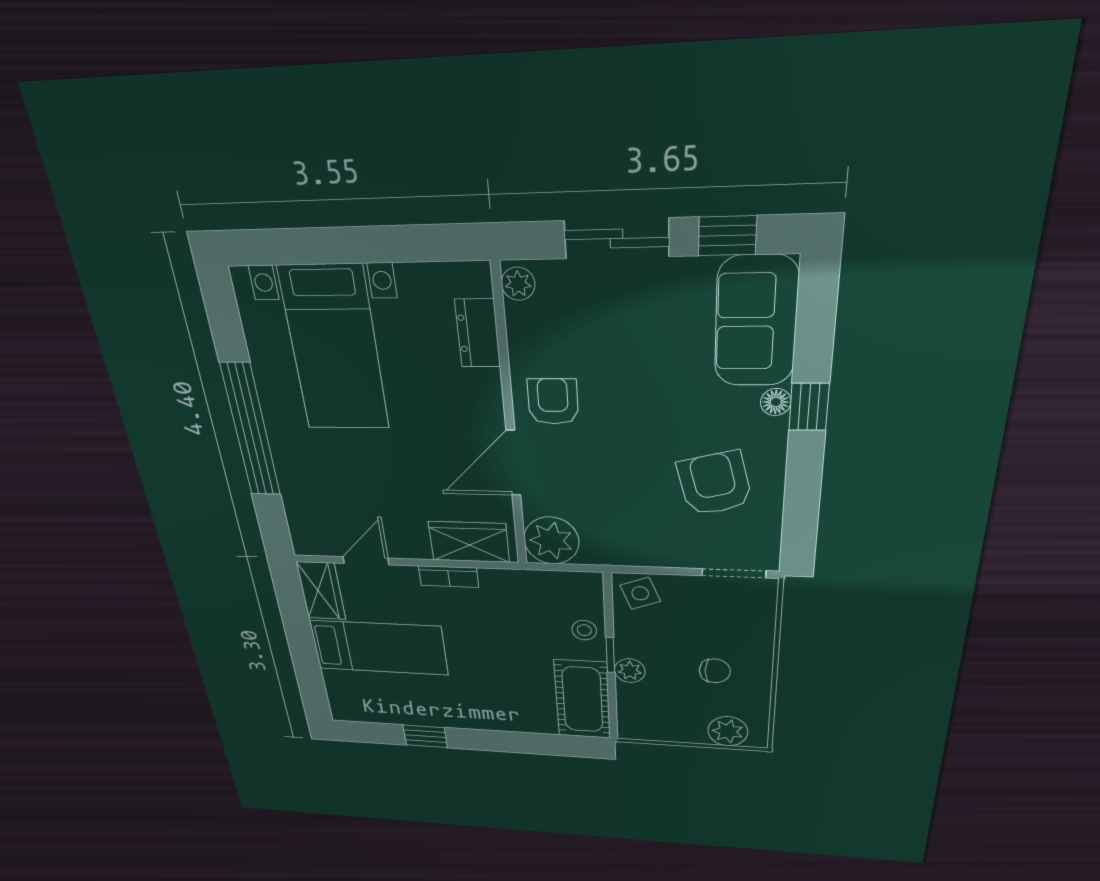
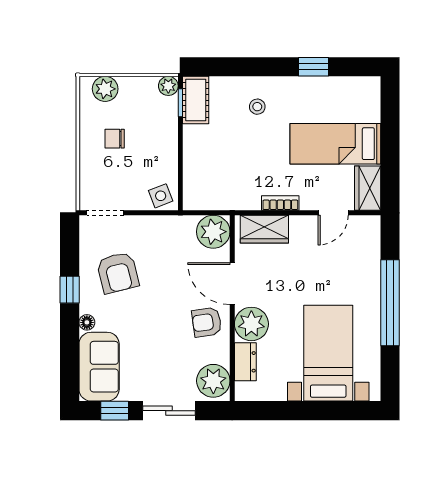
plant: (518, 284) -> (213, 381), width x1.87, depth x1.87
plant: (474, 398) -> (251, 324), added
armchair: (553, 402) -> (207, 322), turned 82
window: (809, 407) -> (70, 290), moved
door: (513, 463) -> (232, 284), swing flipped
stool: (584, 630) -> (257, 107), moved
window: (610, 655) -> (180, 103), moved
plant: (630, 671) -> (168, 86), moved
cot: (582, 700) -> (196, 100), width x0.73, depth x0.75

